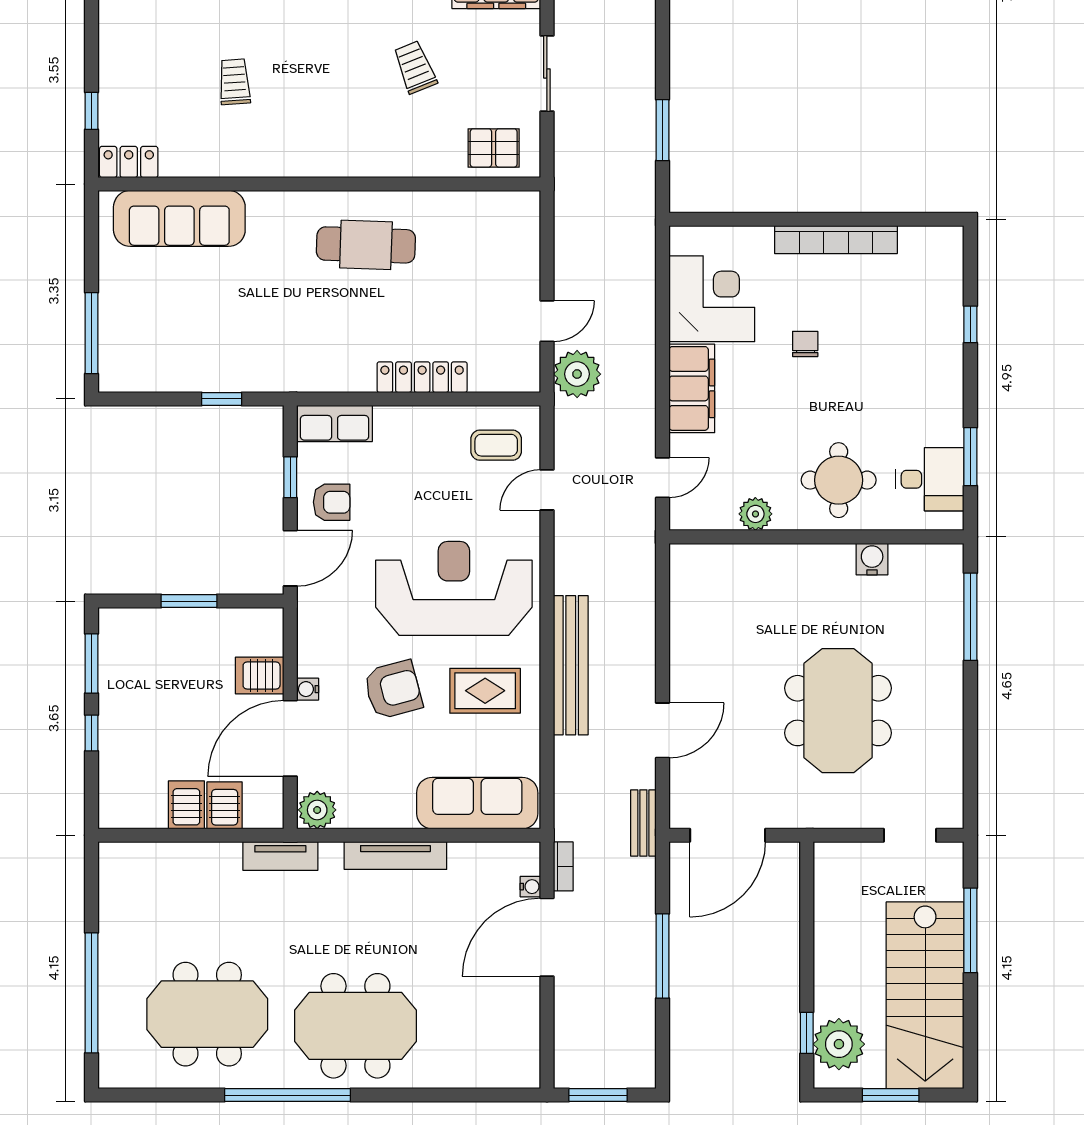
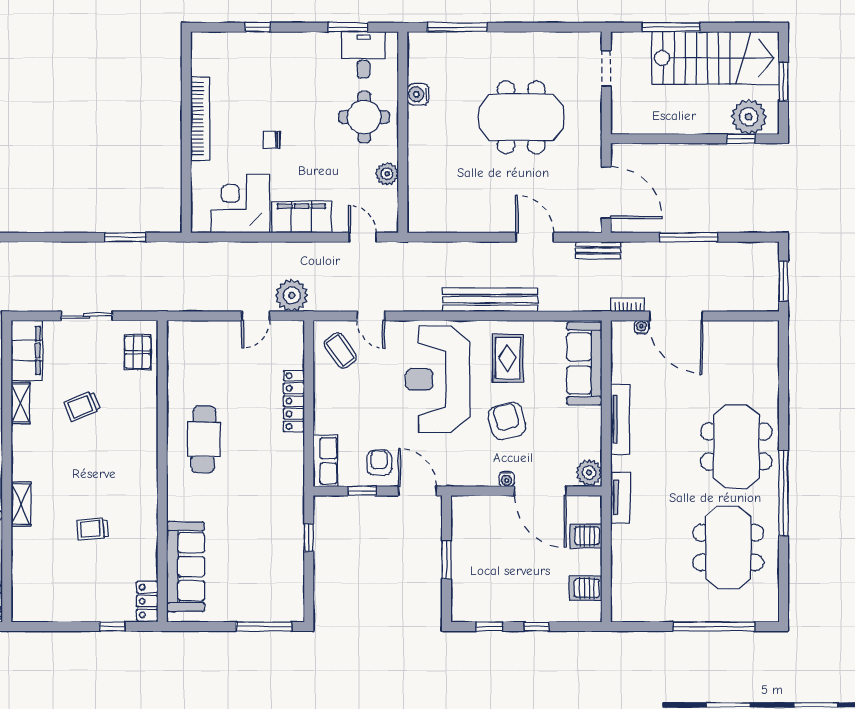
door: (547, 321) -> (256, 316), swing flipped
coffee table: (496, 445) -> (340, 351), turned -35
window: (91, 664) -> (489, 627), width x0.67
server rack: (260, 675) -> (497, 512), removed
server rack: (186, 805) -> (586, 588), moved

